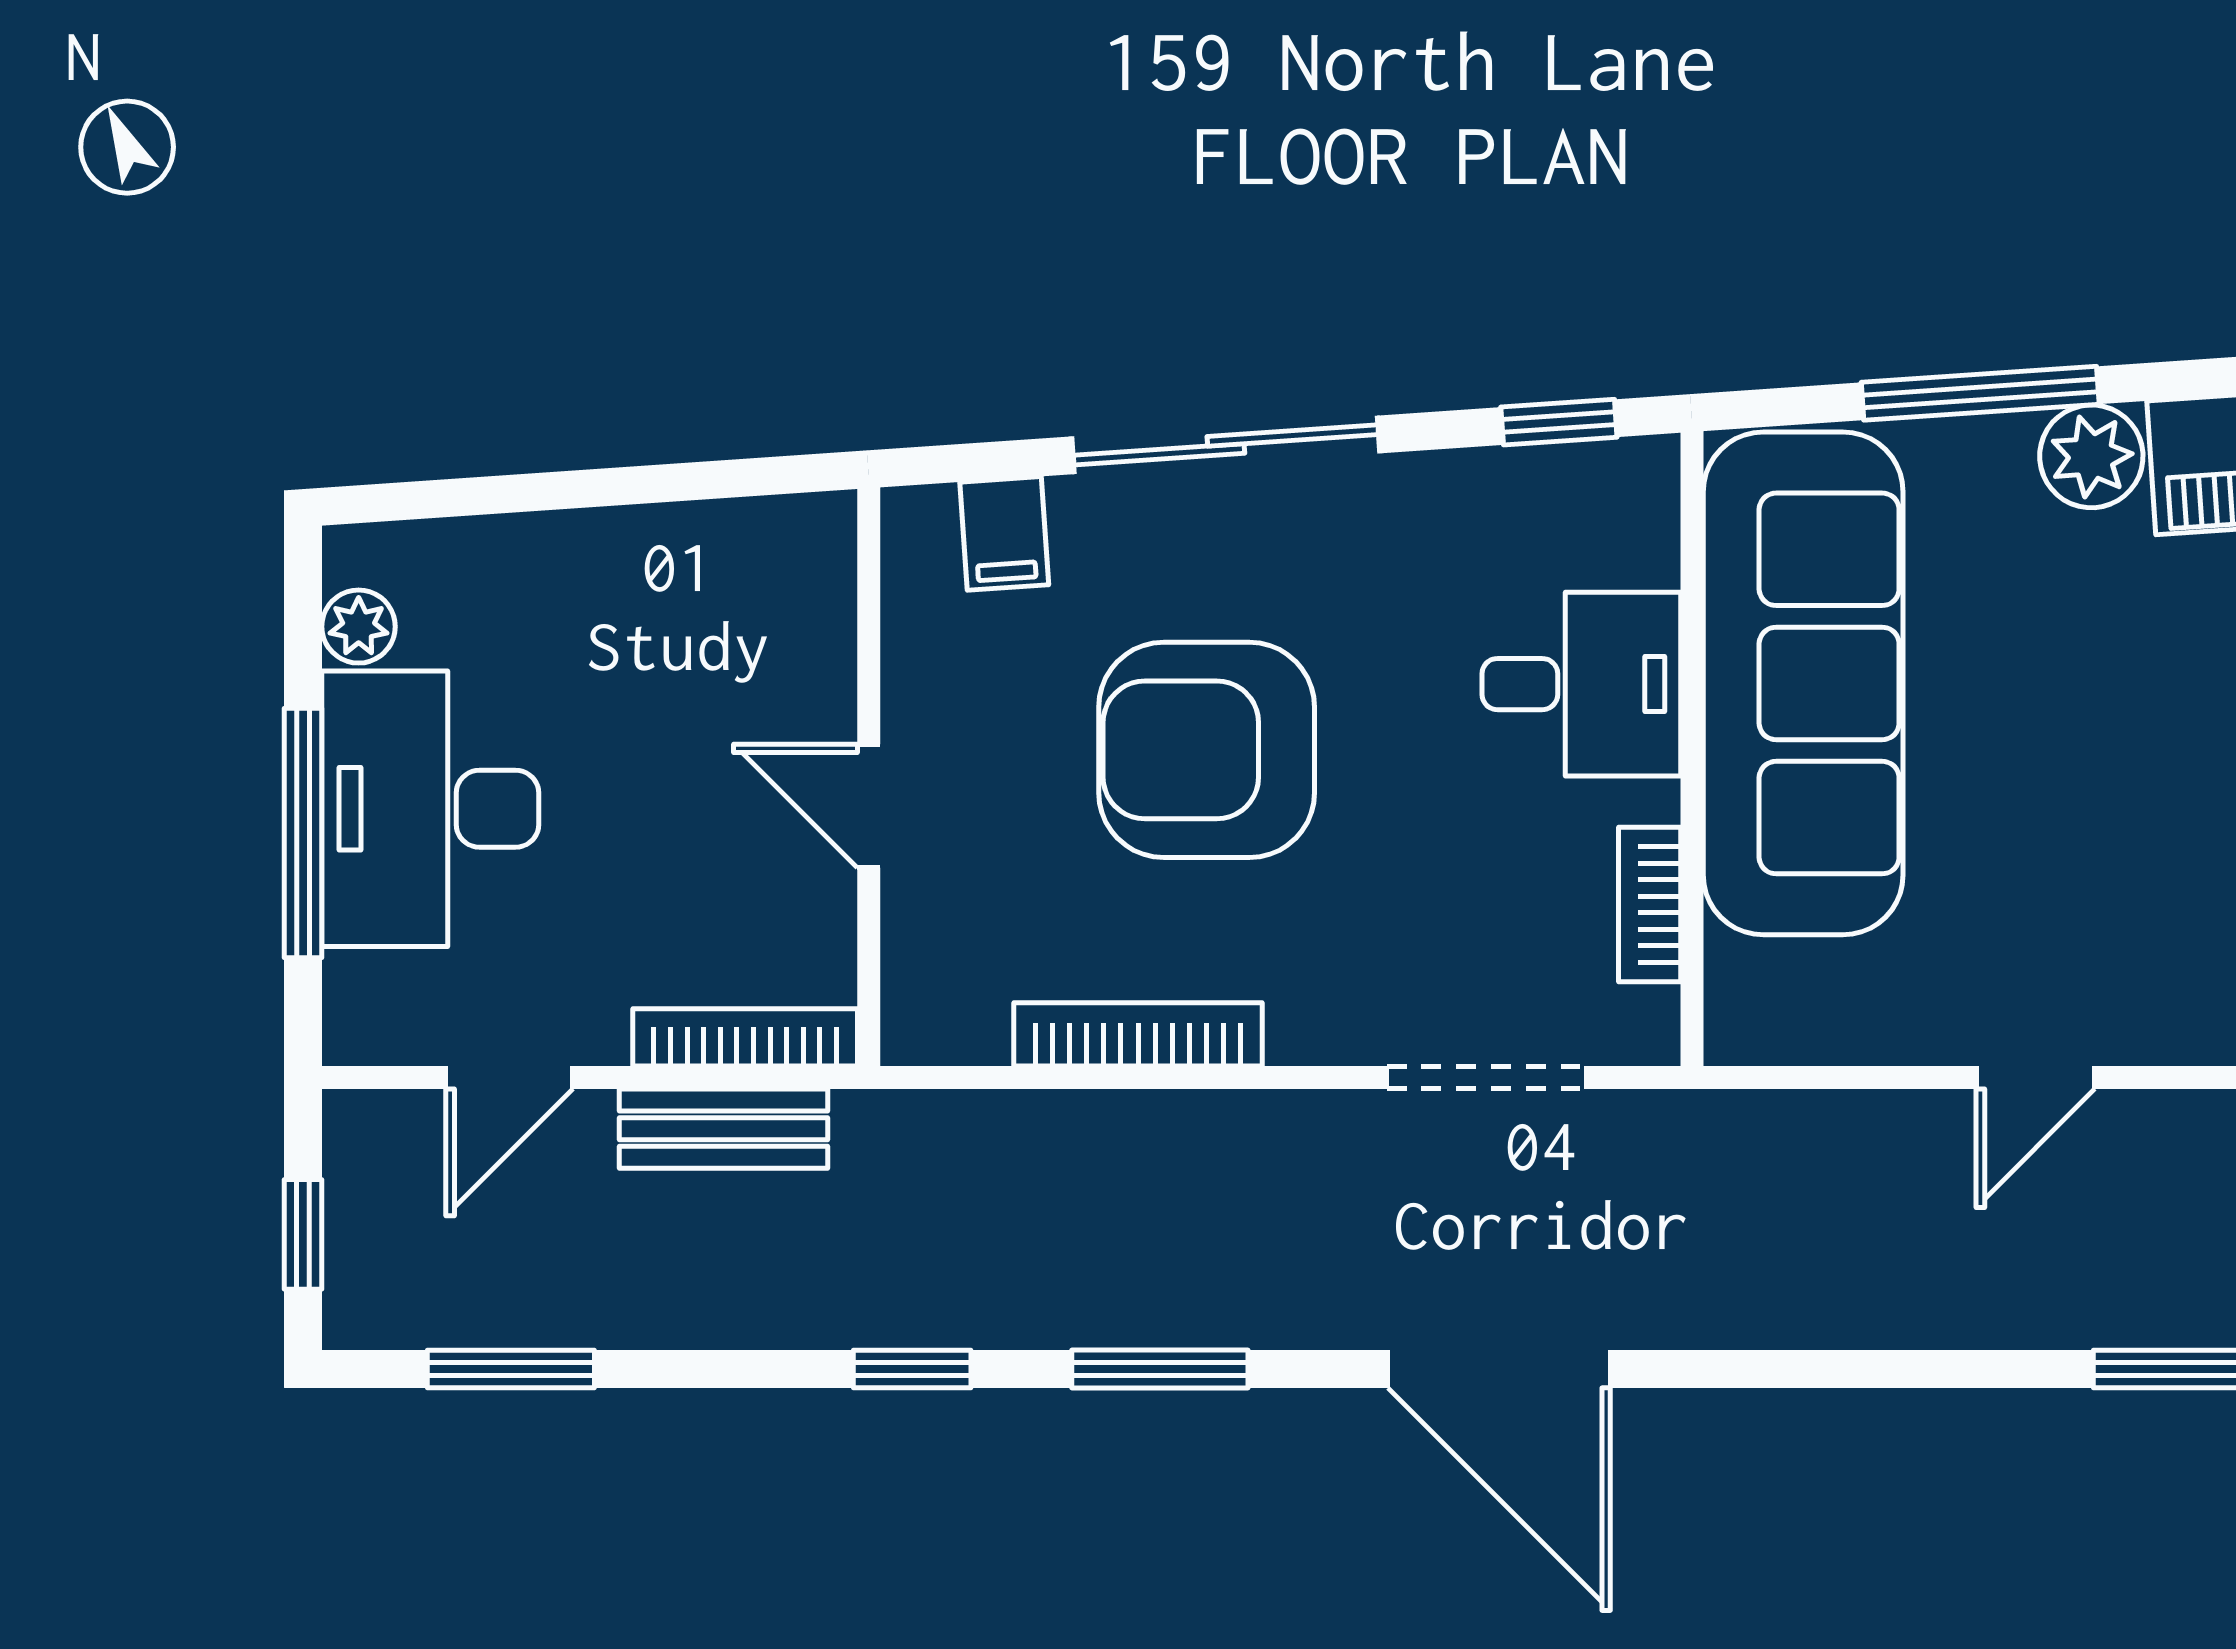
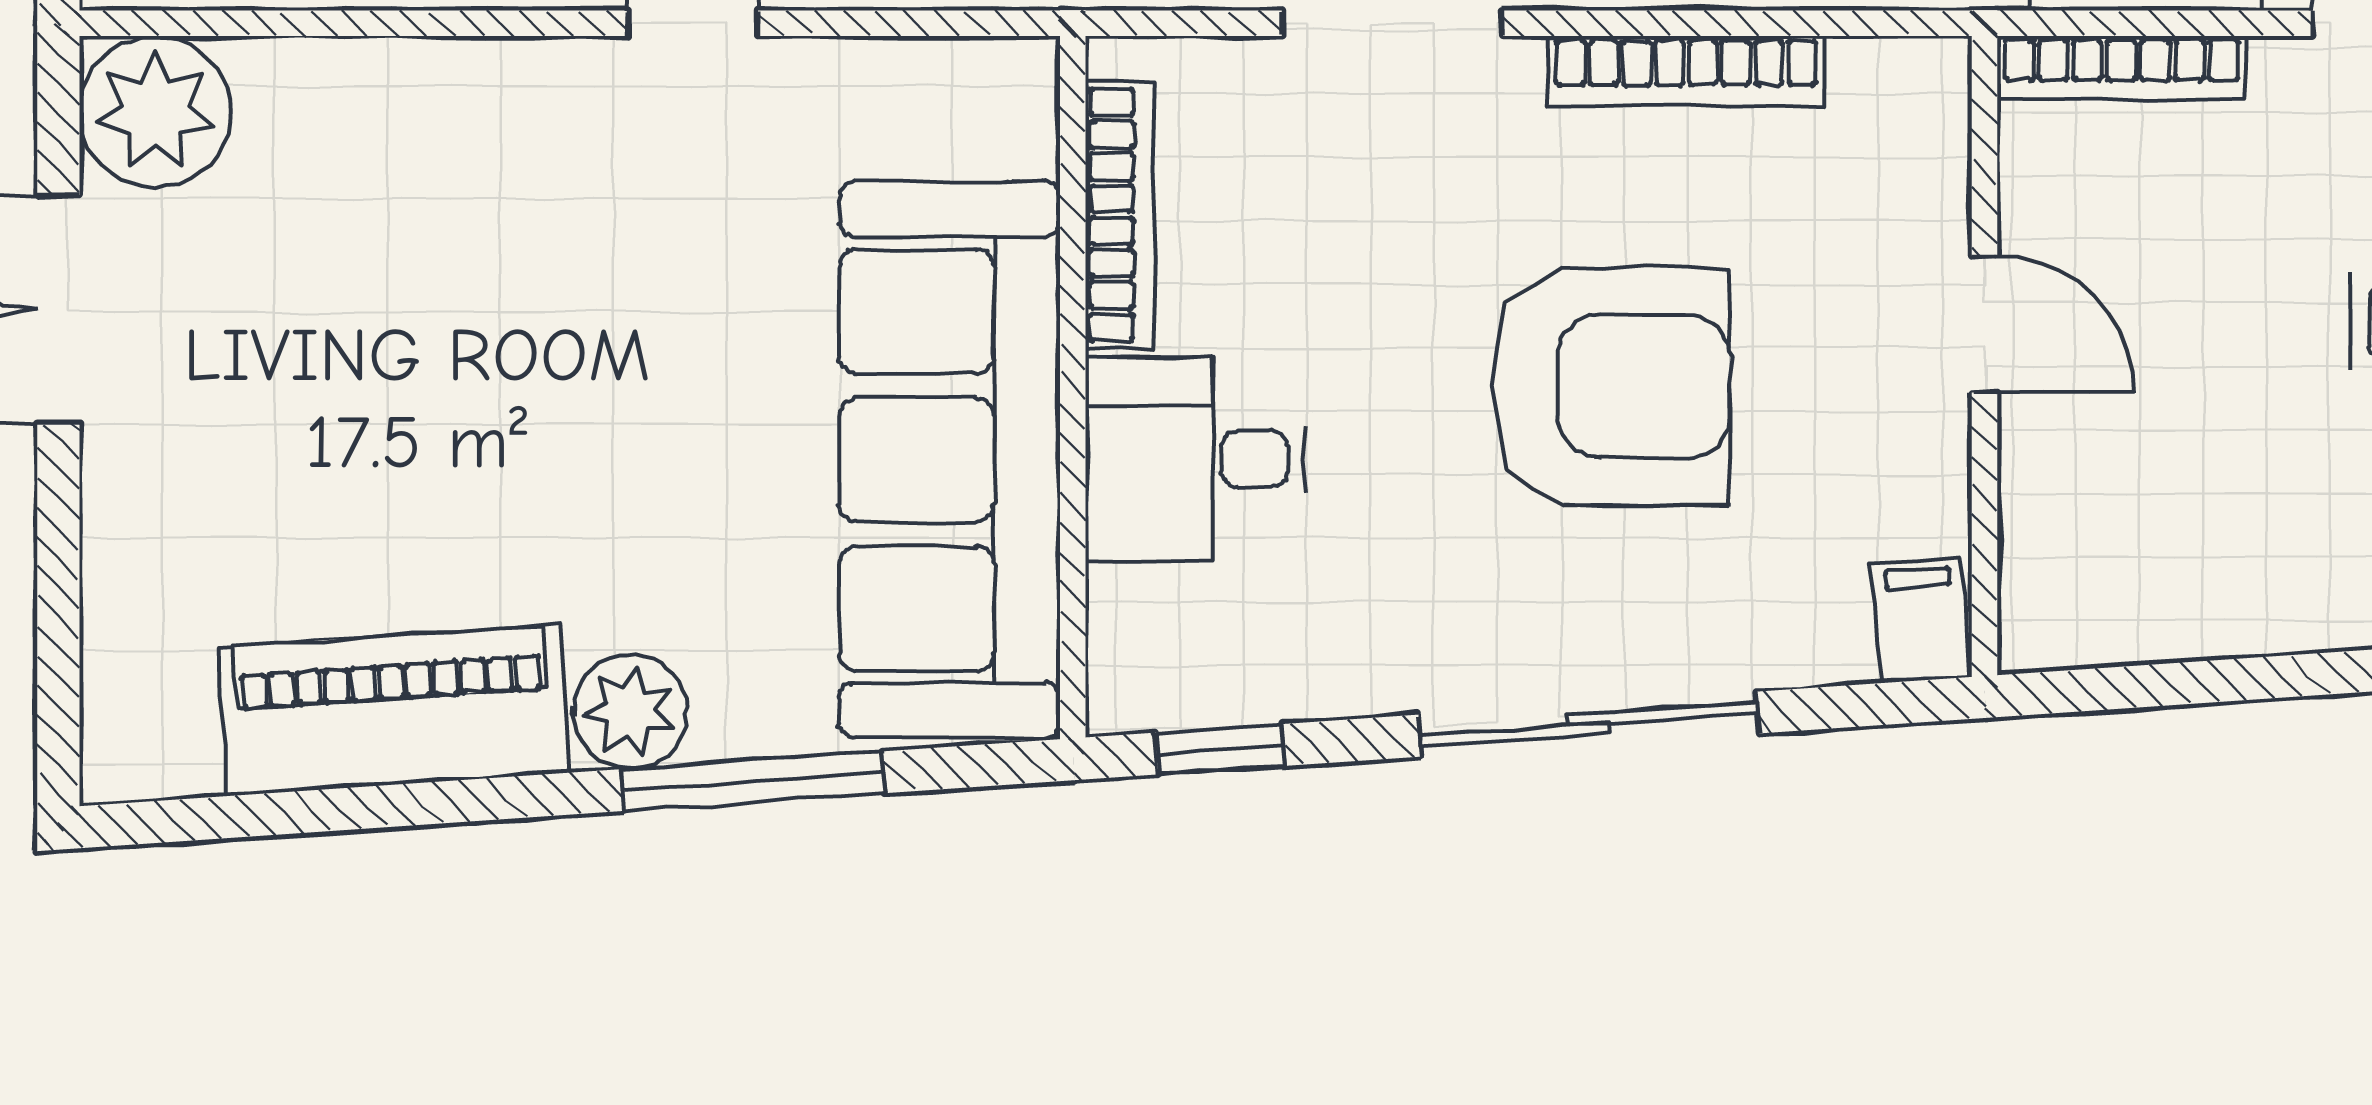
filing cabinet: (1004, 533) -> (1920, 620), moved
bookcase: (1650, 905) -> (1120, 215), width x1.56
doorway: (1487, 1078) -> (1392, 23), moved

